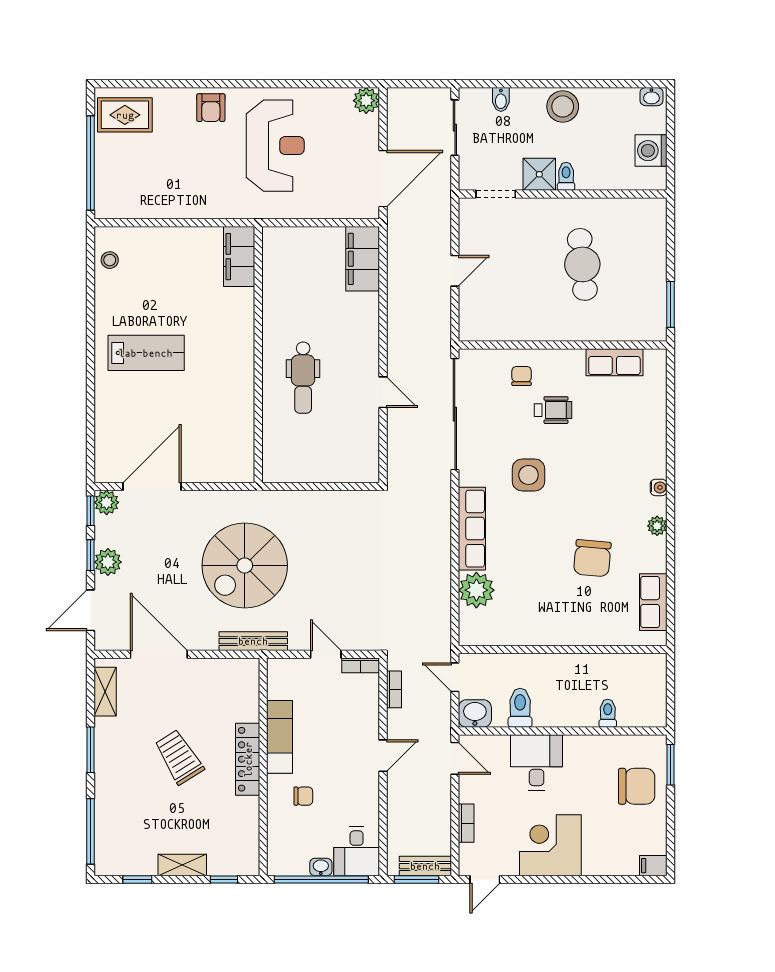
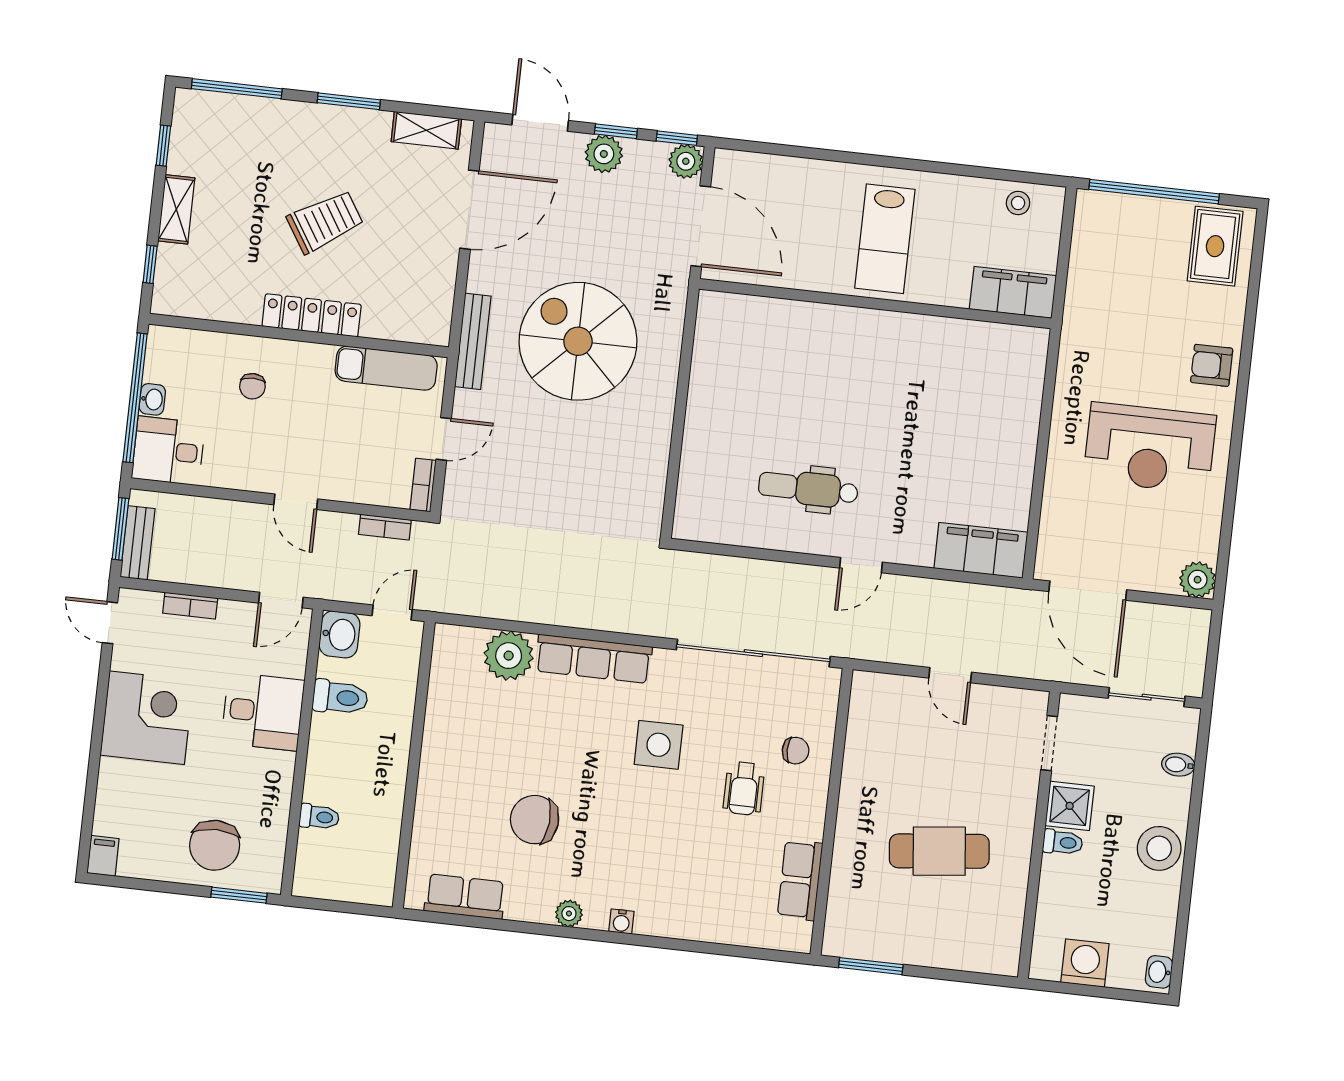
filing cabinet: (239, 257) -> (1013, 292), moved
wall: (258, 355) -> (875, 304), moved
dental chair: (303, 378) -> (808, 489), moved
door: (383, 392) -> (861, 565), moved
exam couch: (280, 737) -> (386, 368), moved

